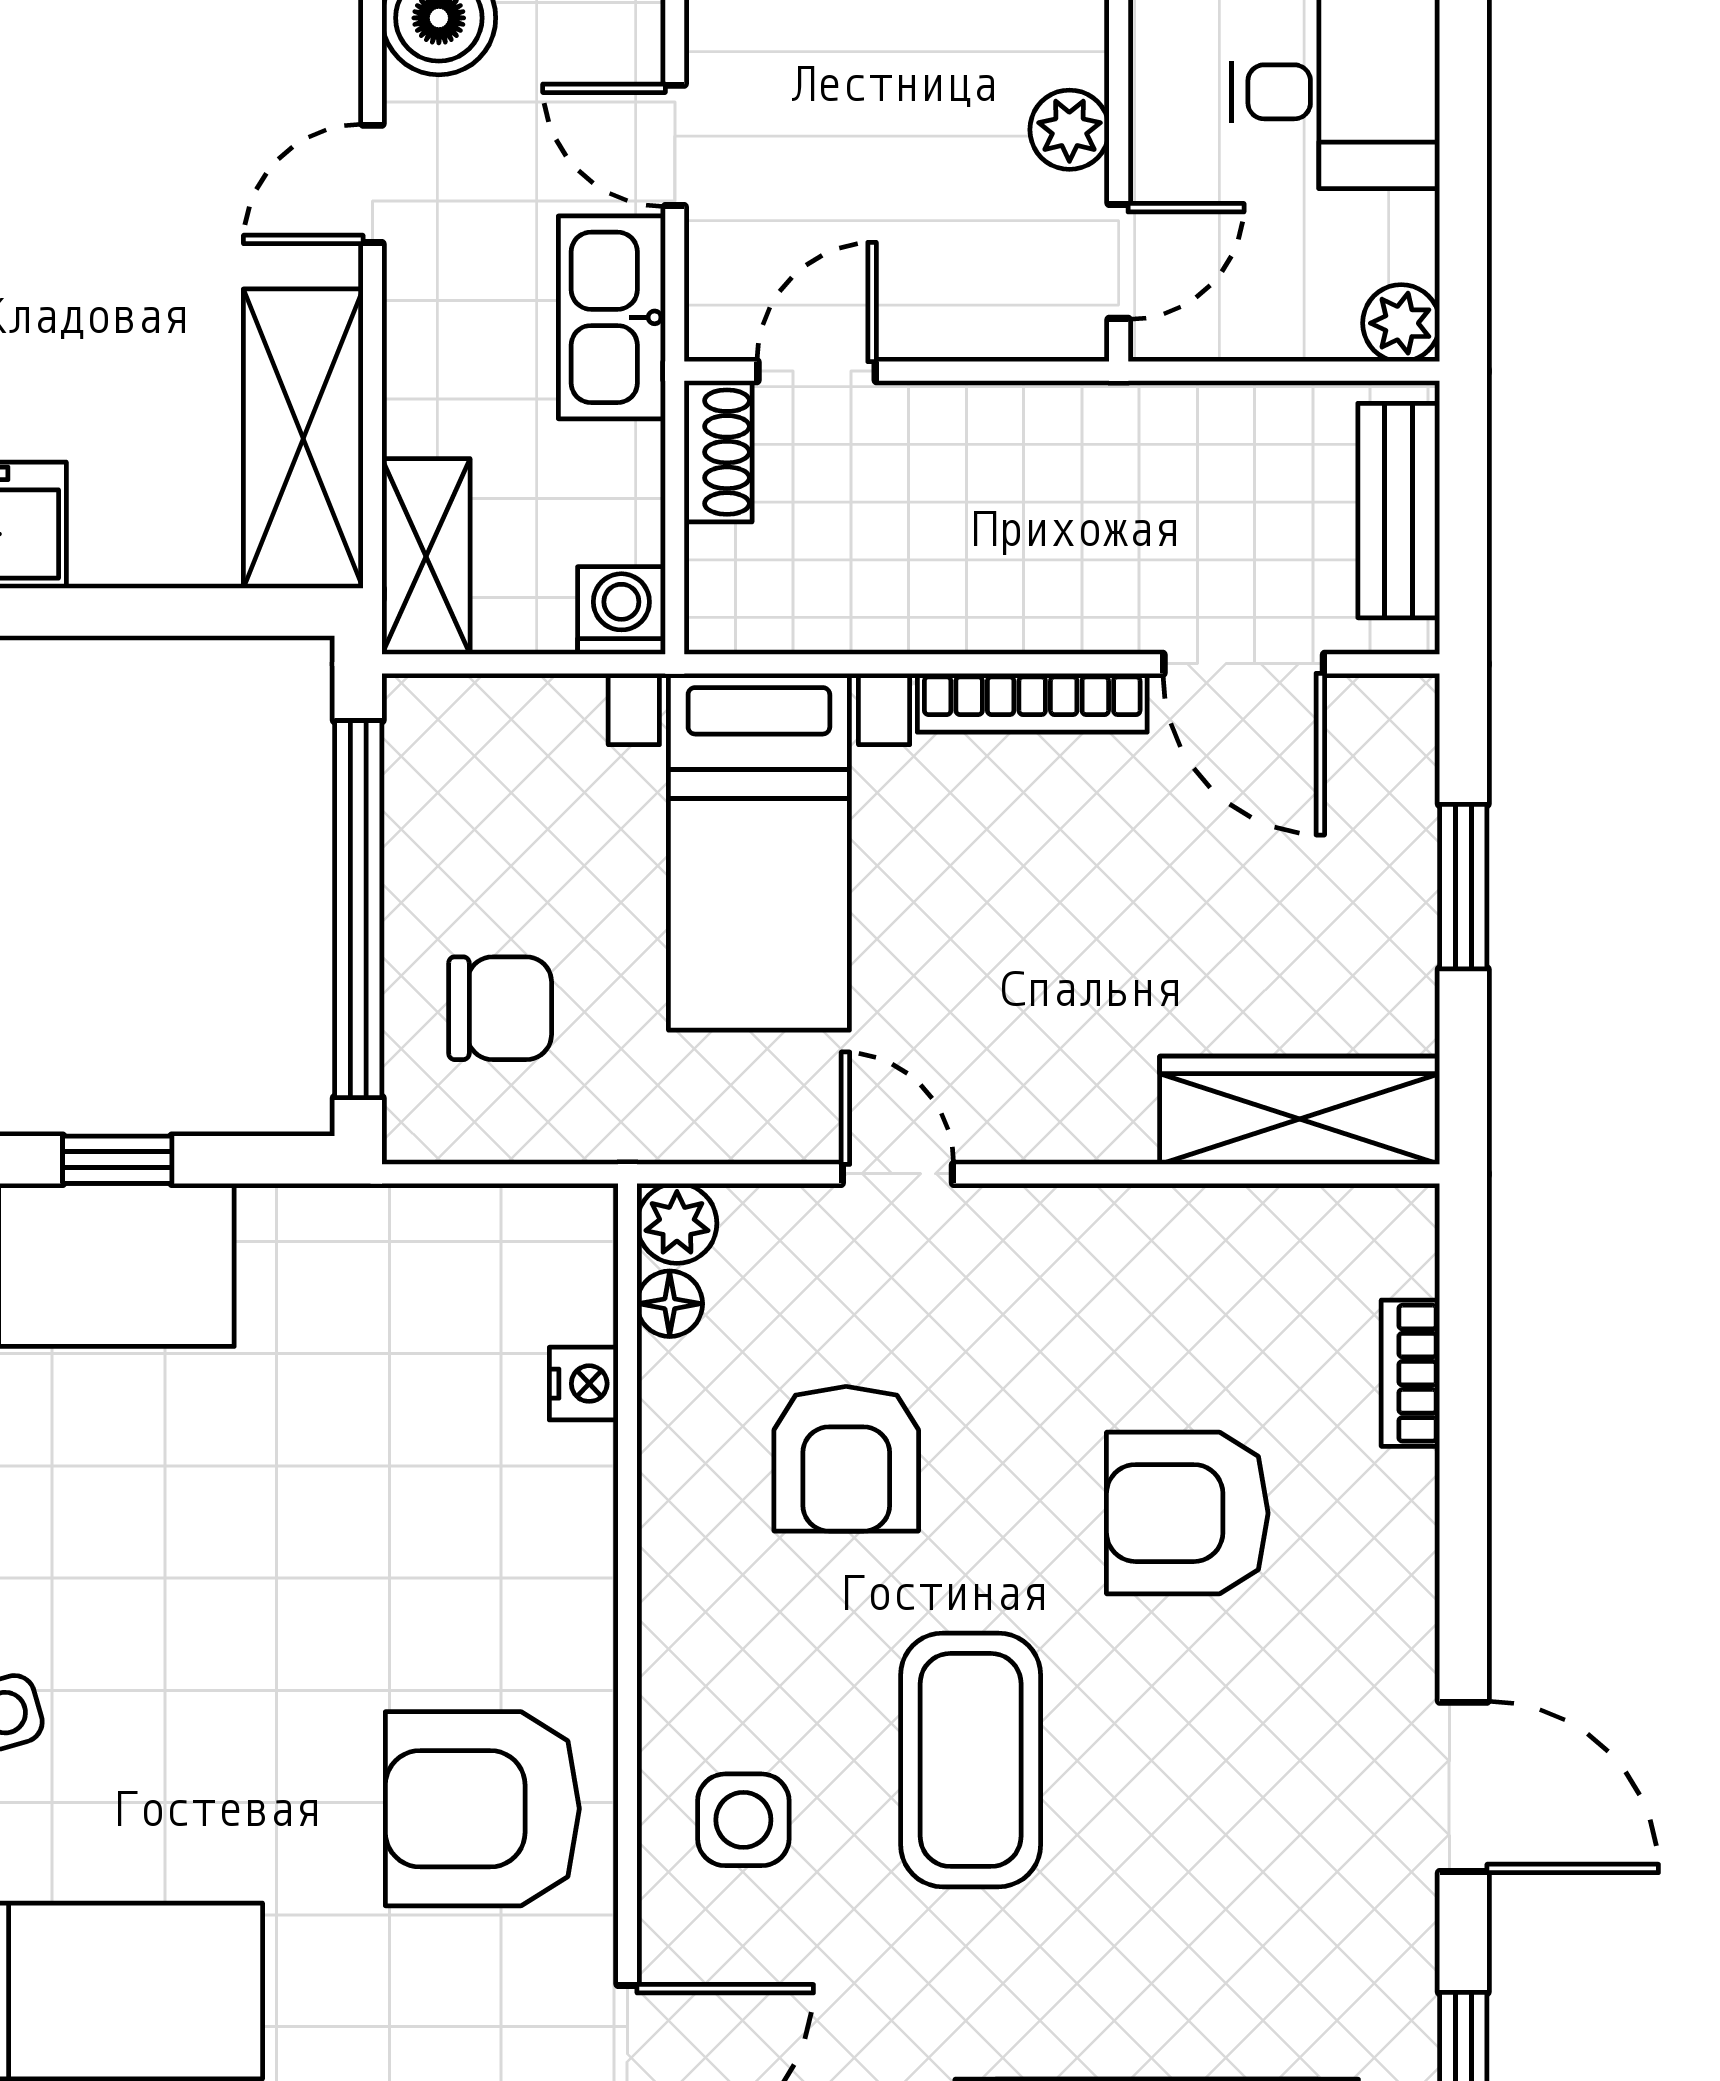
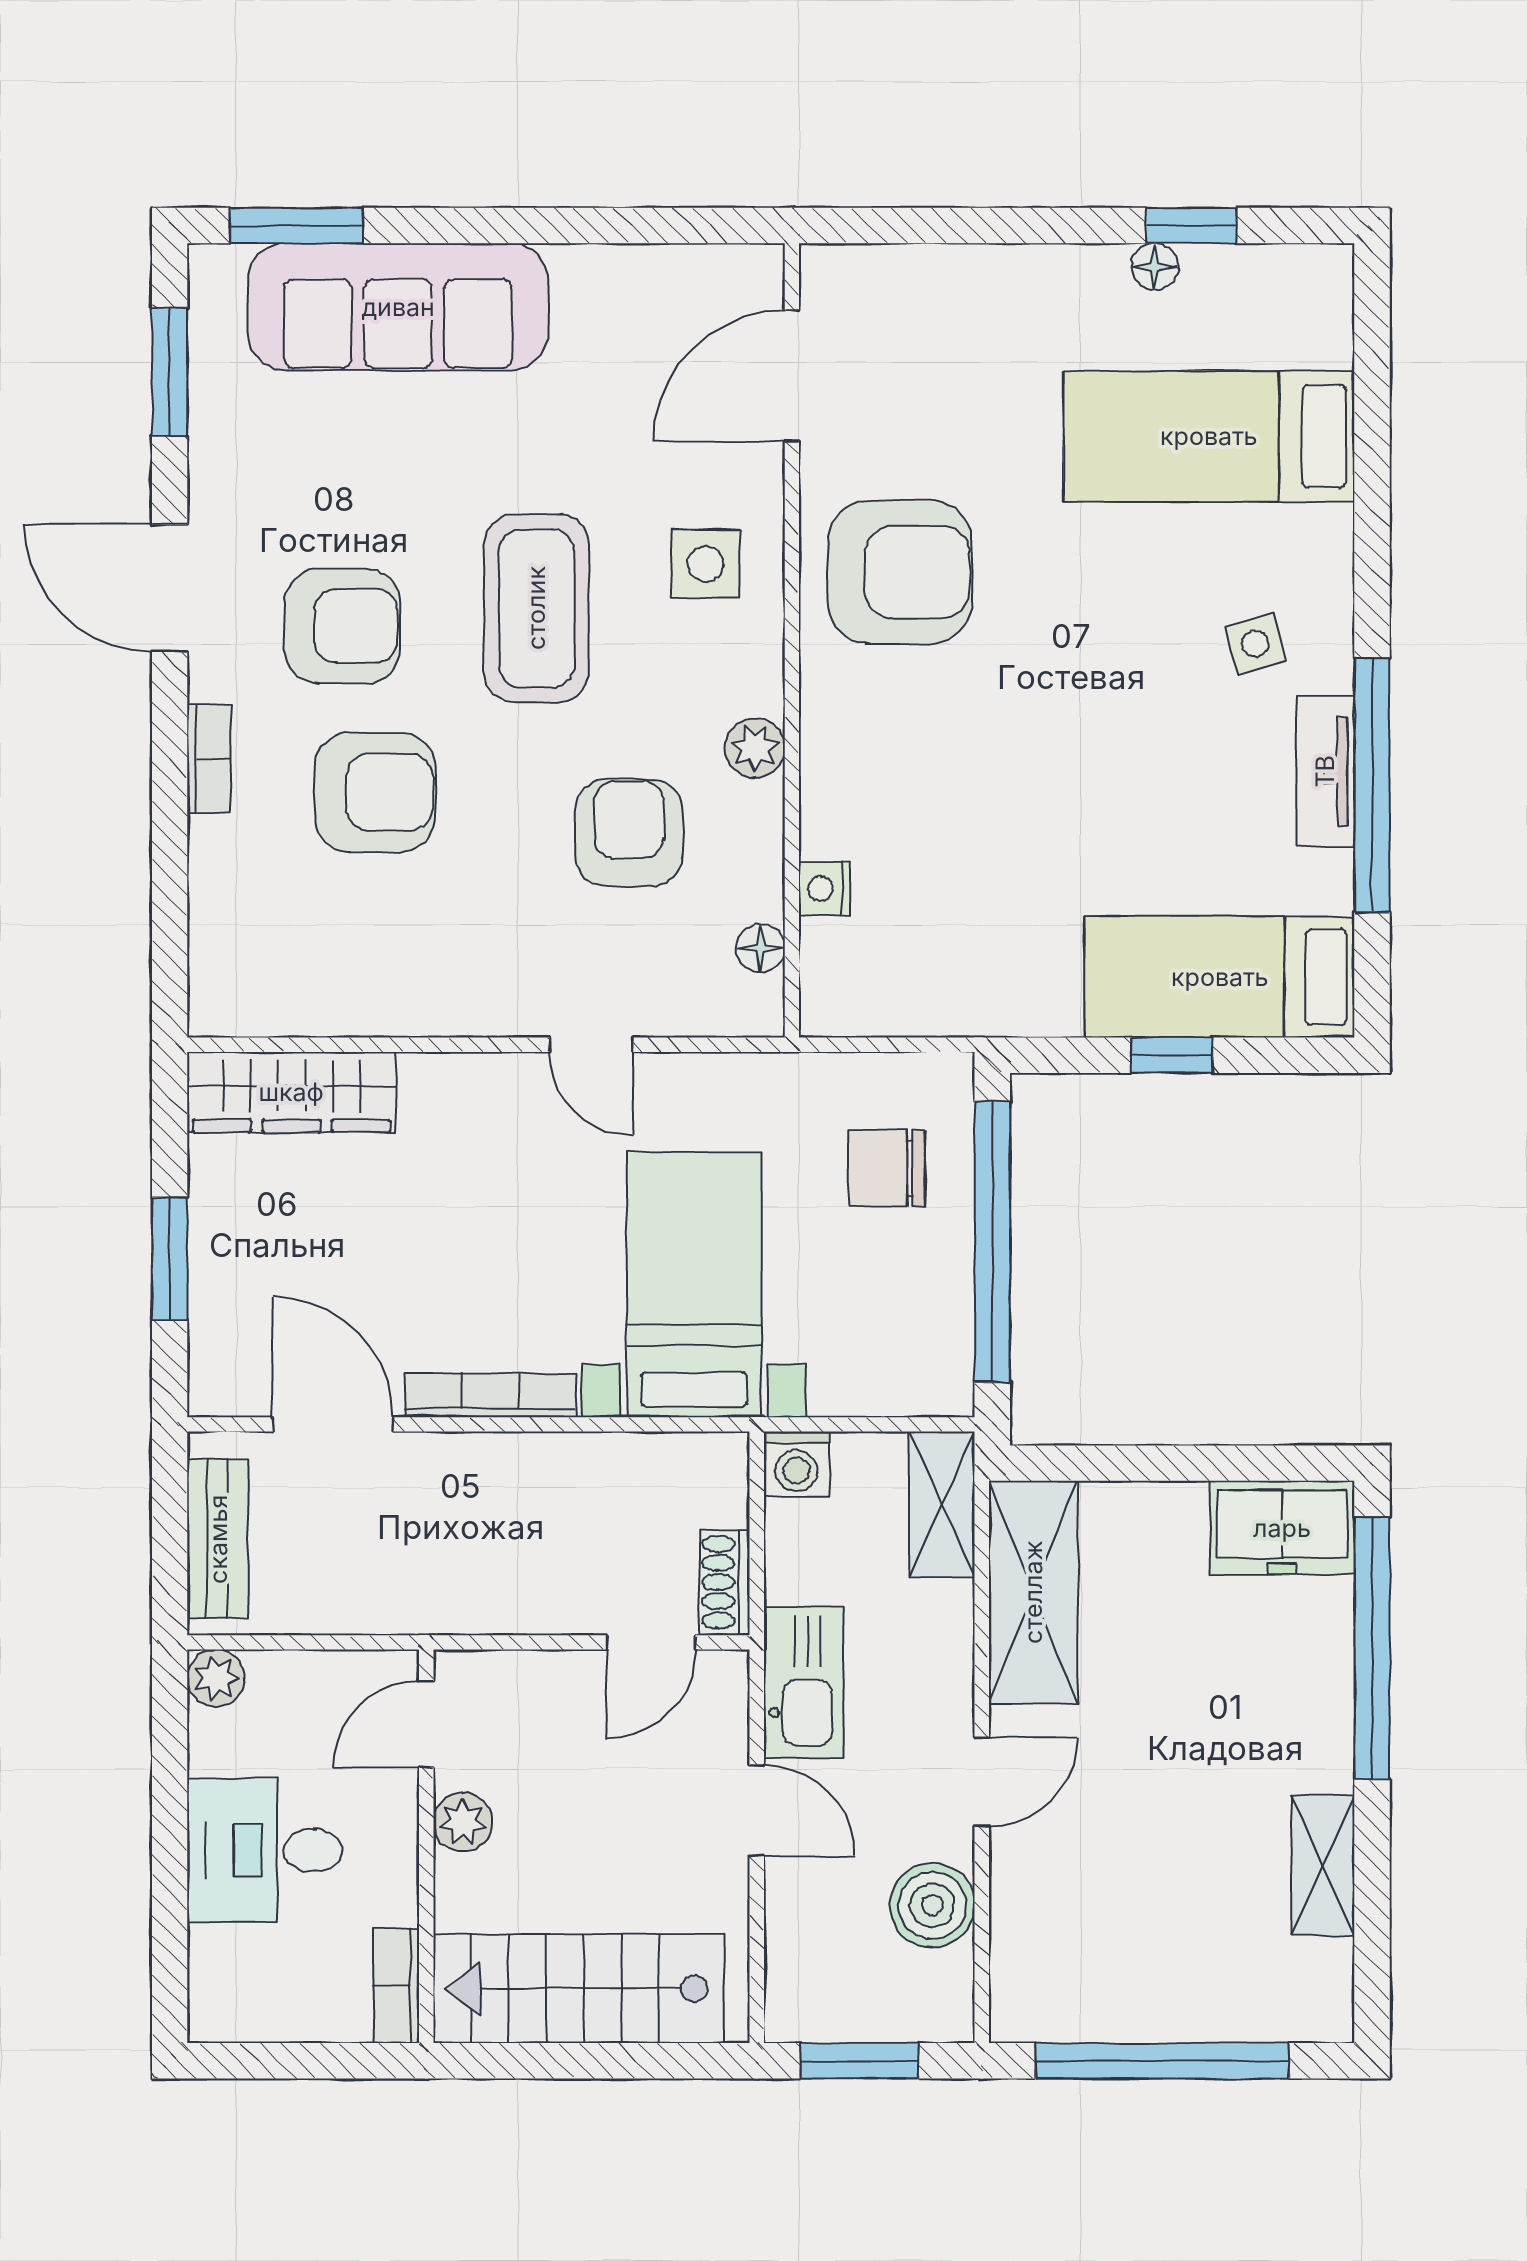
plant: (677, 1223) -> (755, 748), moved
bookcase: (1410, 1373) -> (209, 759), moved
armchair: (1231, 1736) -> (342, 626), added

